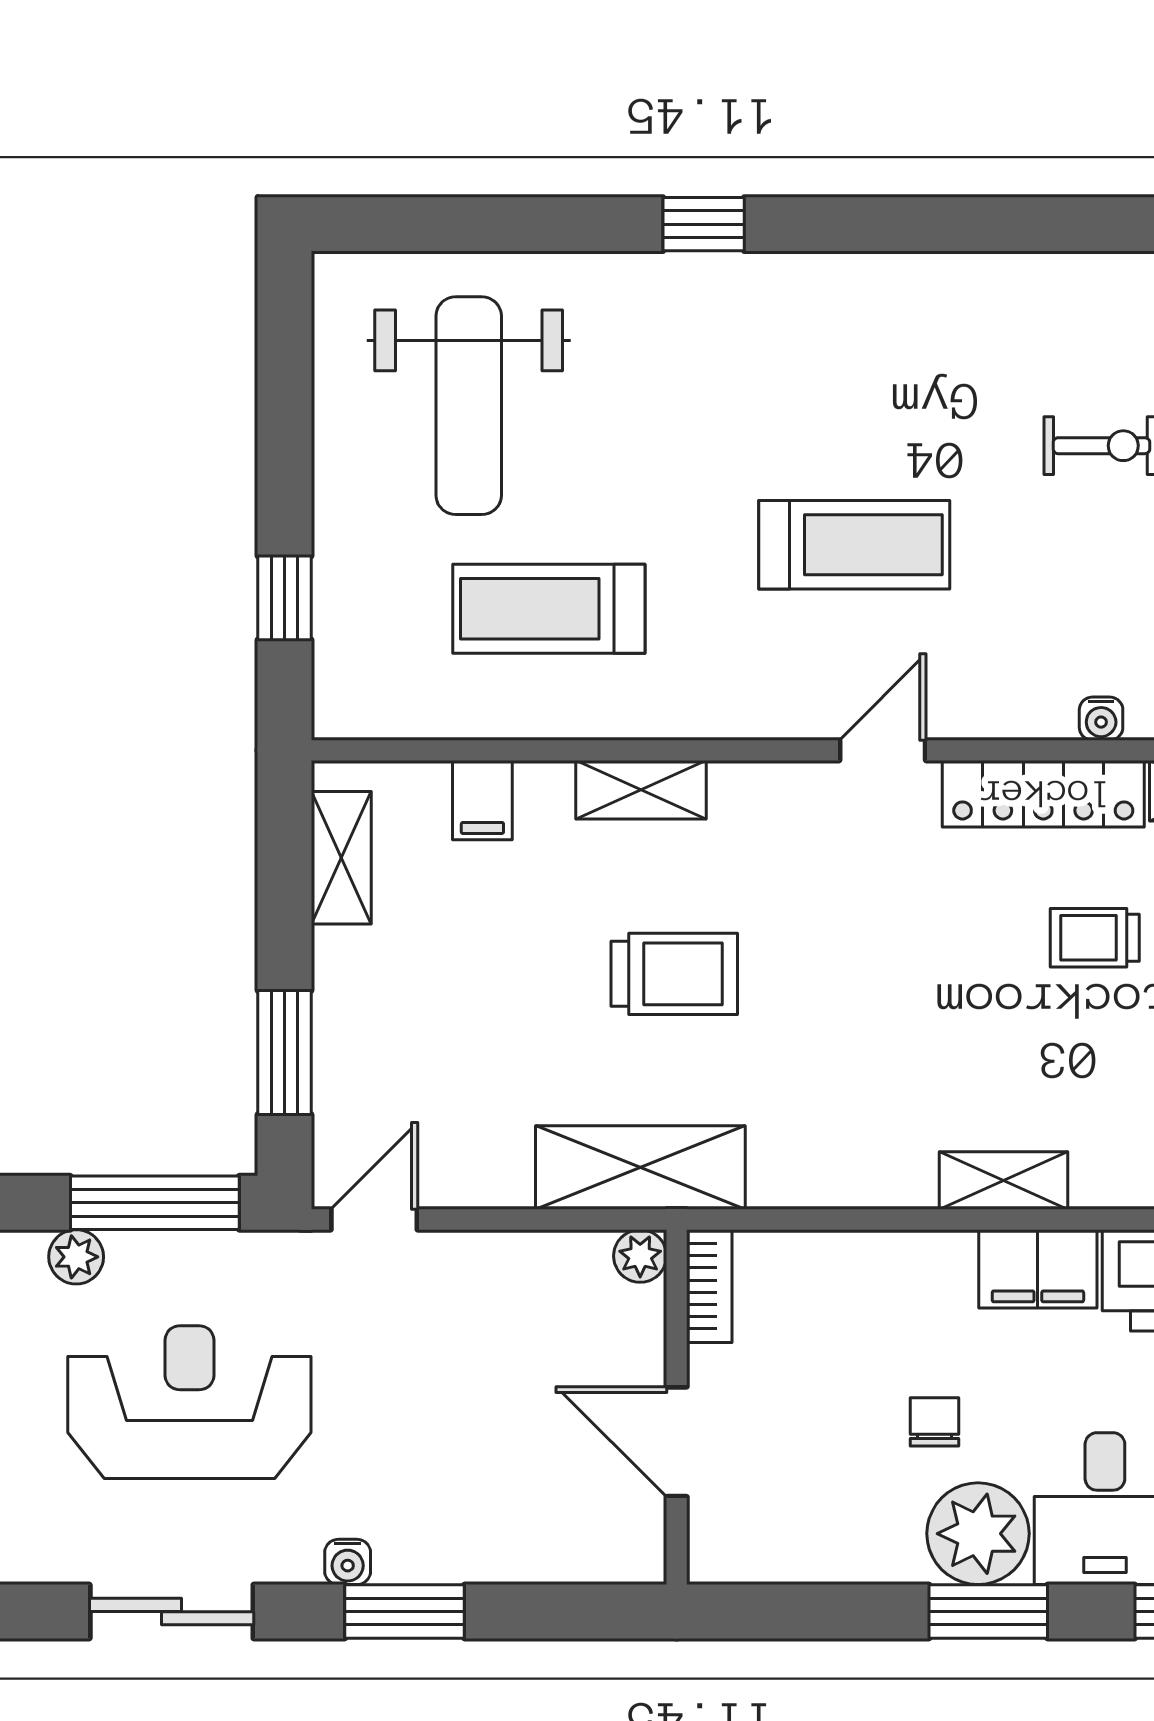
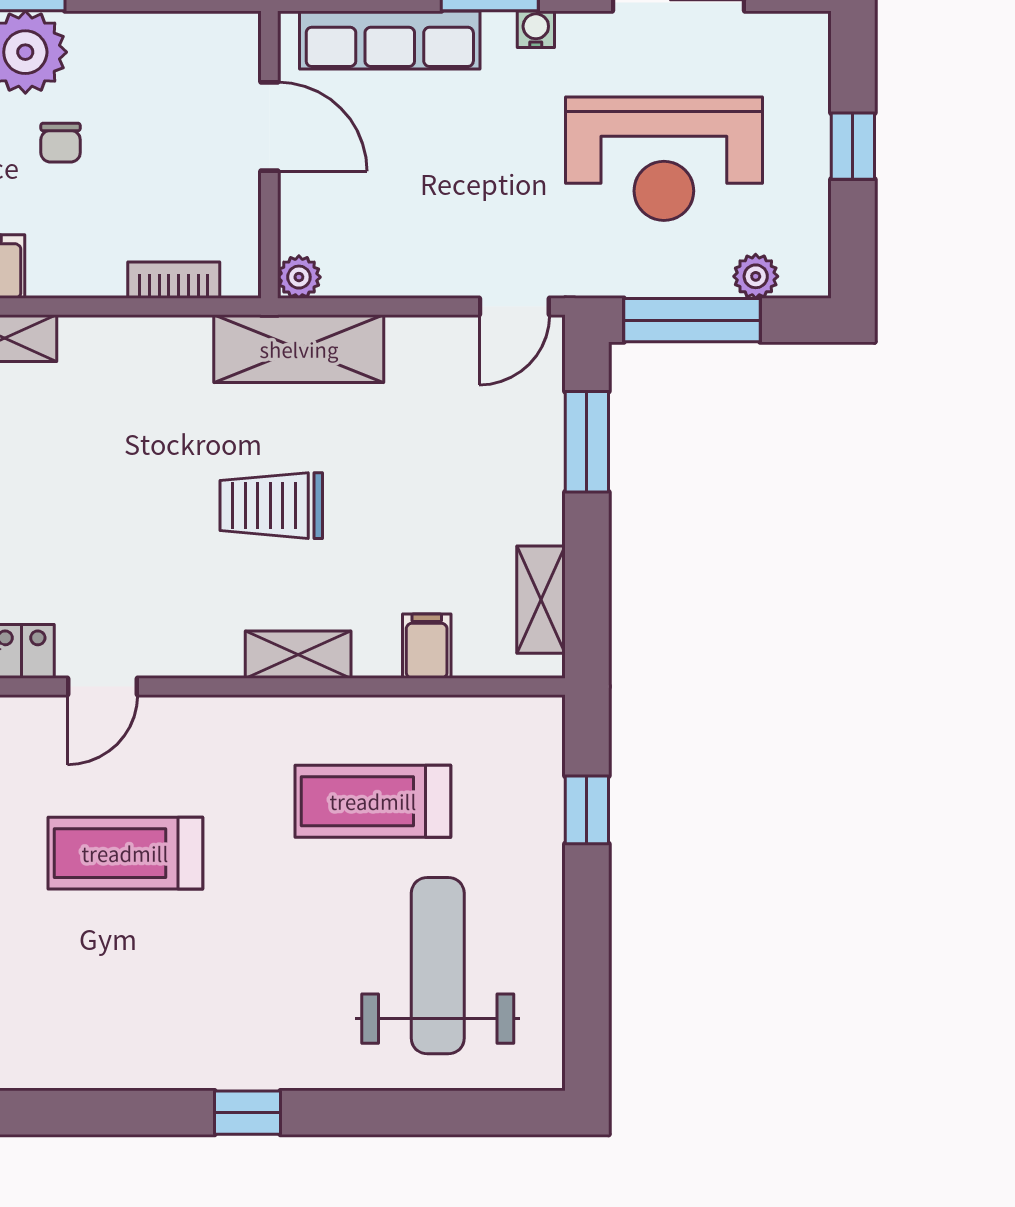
treadmill: (549, 609) -> (373, 801), turned 180
bookcase: (709, 1286) -> (174, 280), moved, turned 90
row of seats: (528, 1549) -> (390, 40), added

